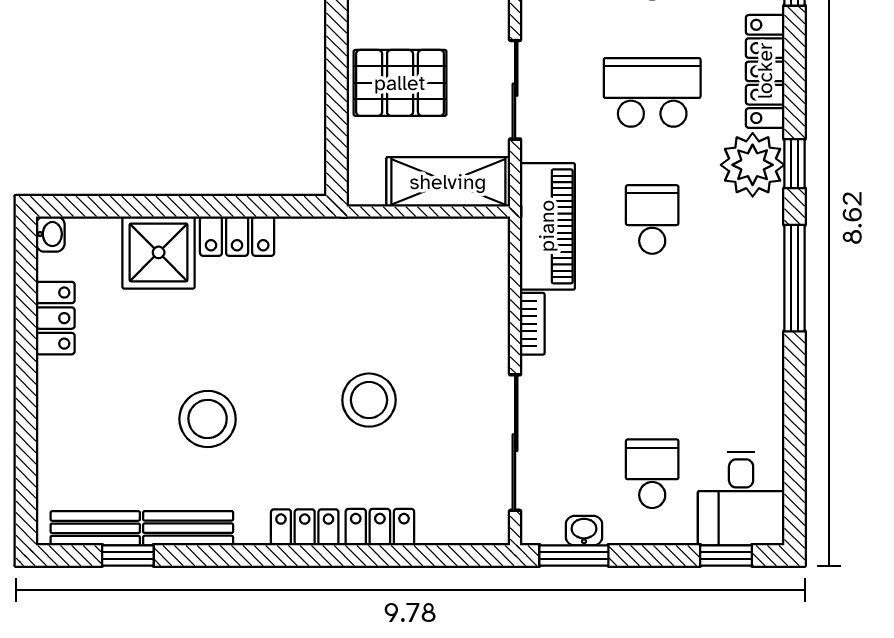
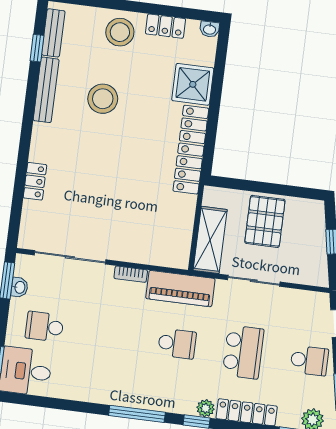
plant: (753, 165) -> (206, 408), width x0.53, depth x0.53
locker: (237, 236) -> (191, 150), width x2.16, depth x1.21
stool: (369, 400) -> (120, 32), moved
school desk: (652, 474) -> (45, 327), turned 180
locker: (305, 527) -> (40, 142), removed
bench: (188, 528) -> (46, 90), width x1.36

